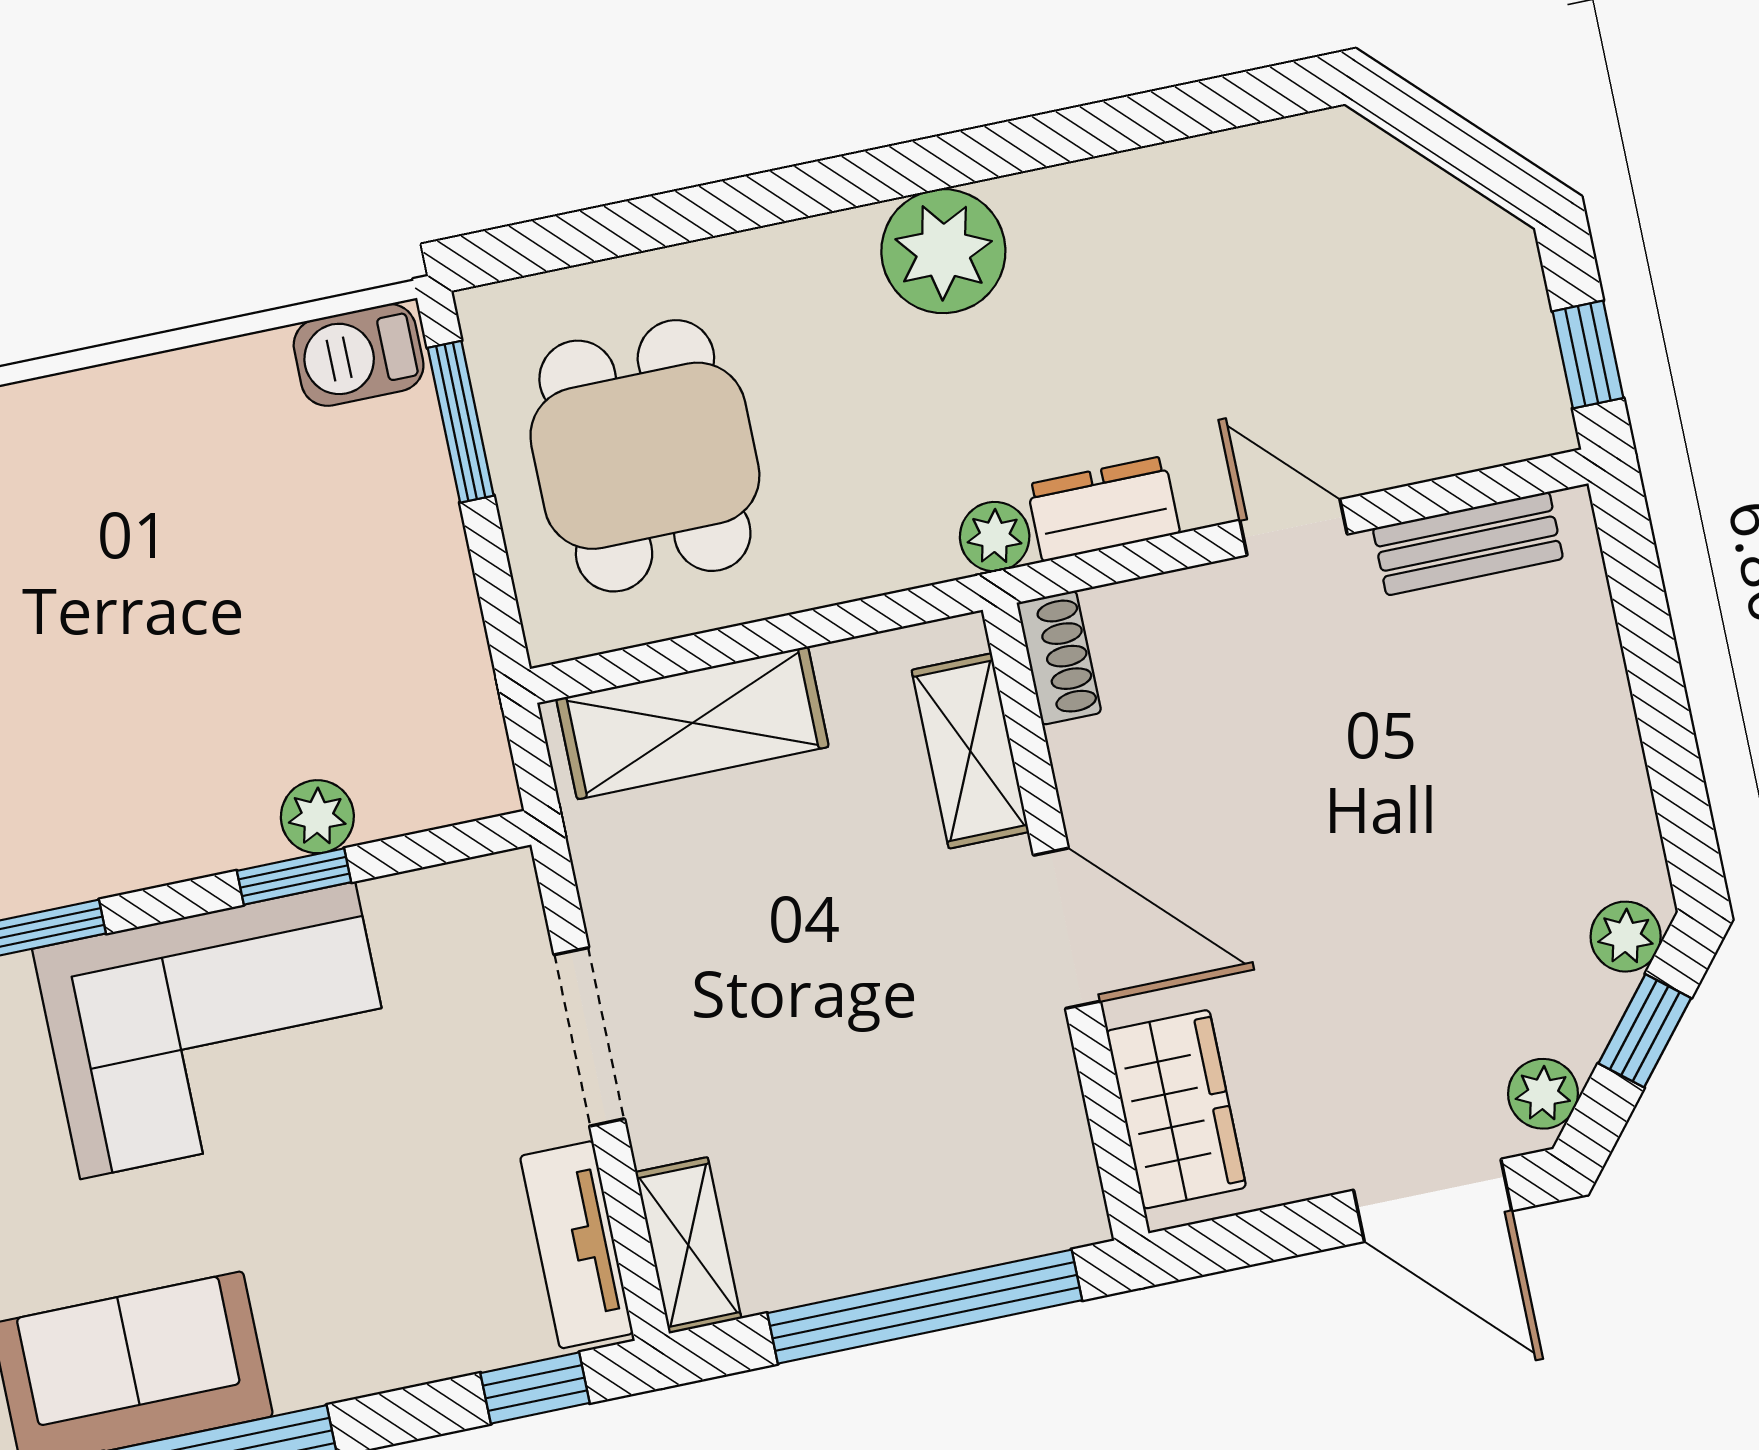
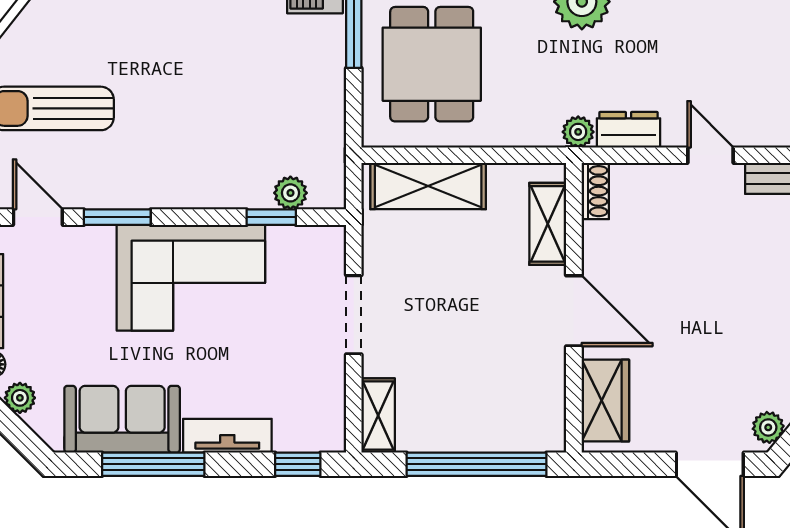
plant: (317, 817) -> (290, 193), moved
window: (294, 877) -> (271, 217), moved
tv unit: (577, 1245) -> (227, 436), moved, turned 90

